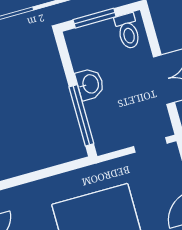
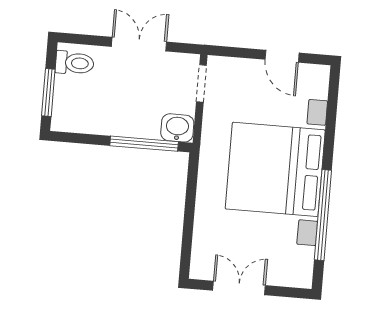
washbasin: (90, 84) -> (177, 128), moved

